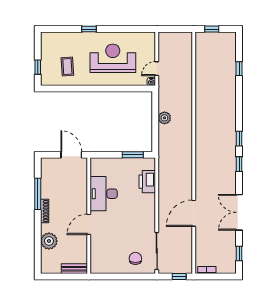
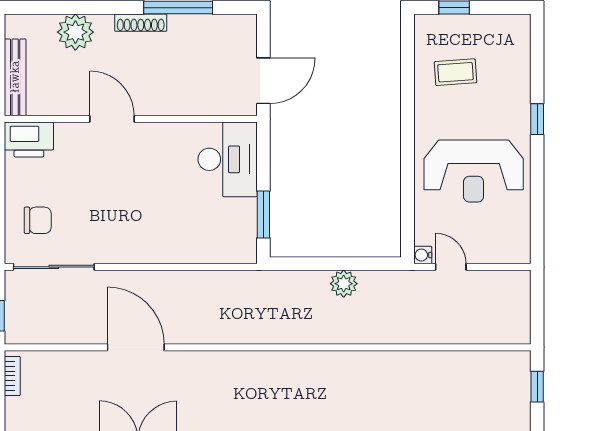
reception desk: (113, 58) -> (474, 171), turned 90
printer: (147, 182) -> (29, 139), moved, turned 180
desk: (104, 194) -> (228, 159), moved, turned 90
bench: (74, 269) -> (15, 77), width x1.36

